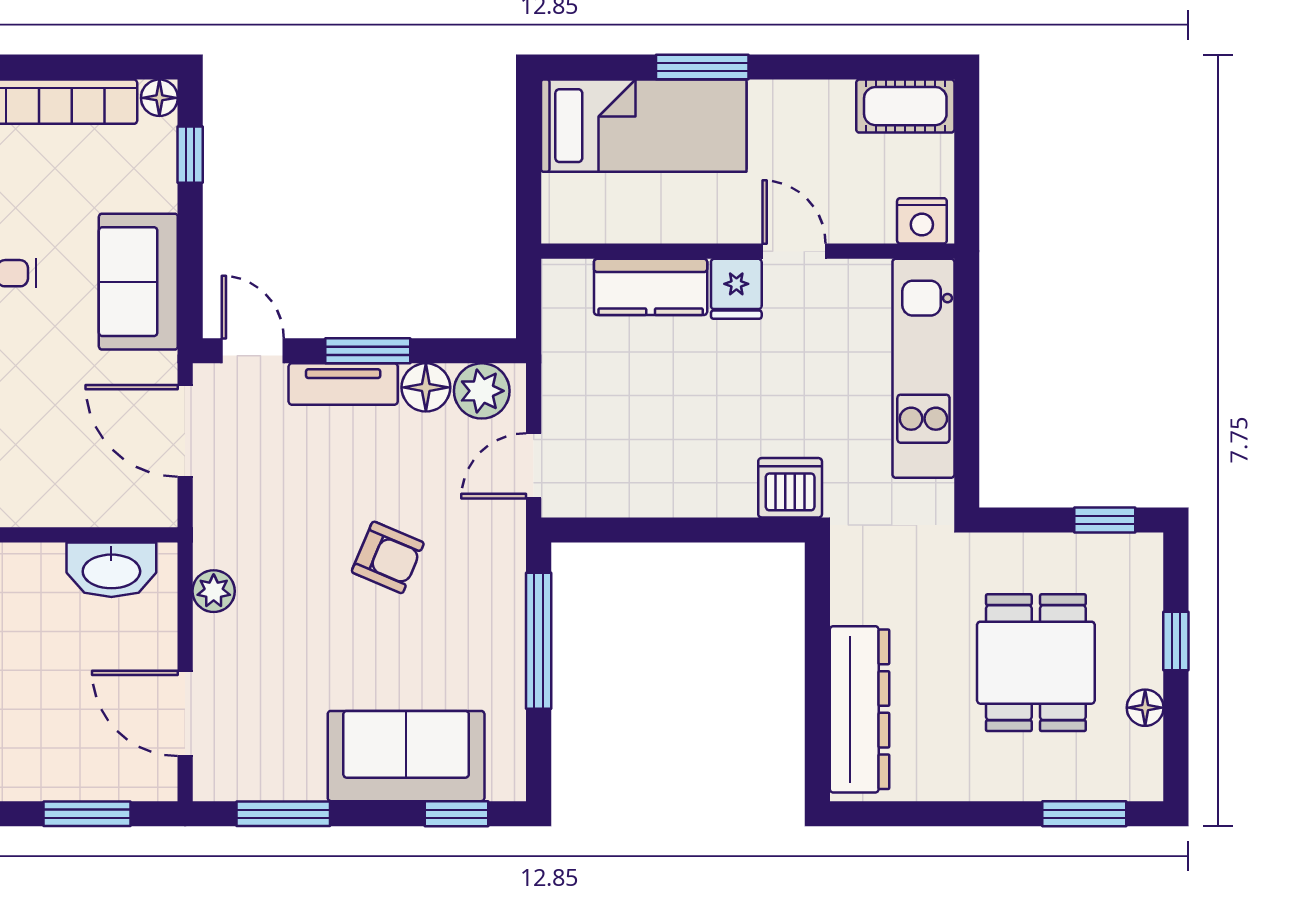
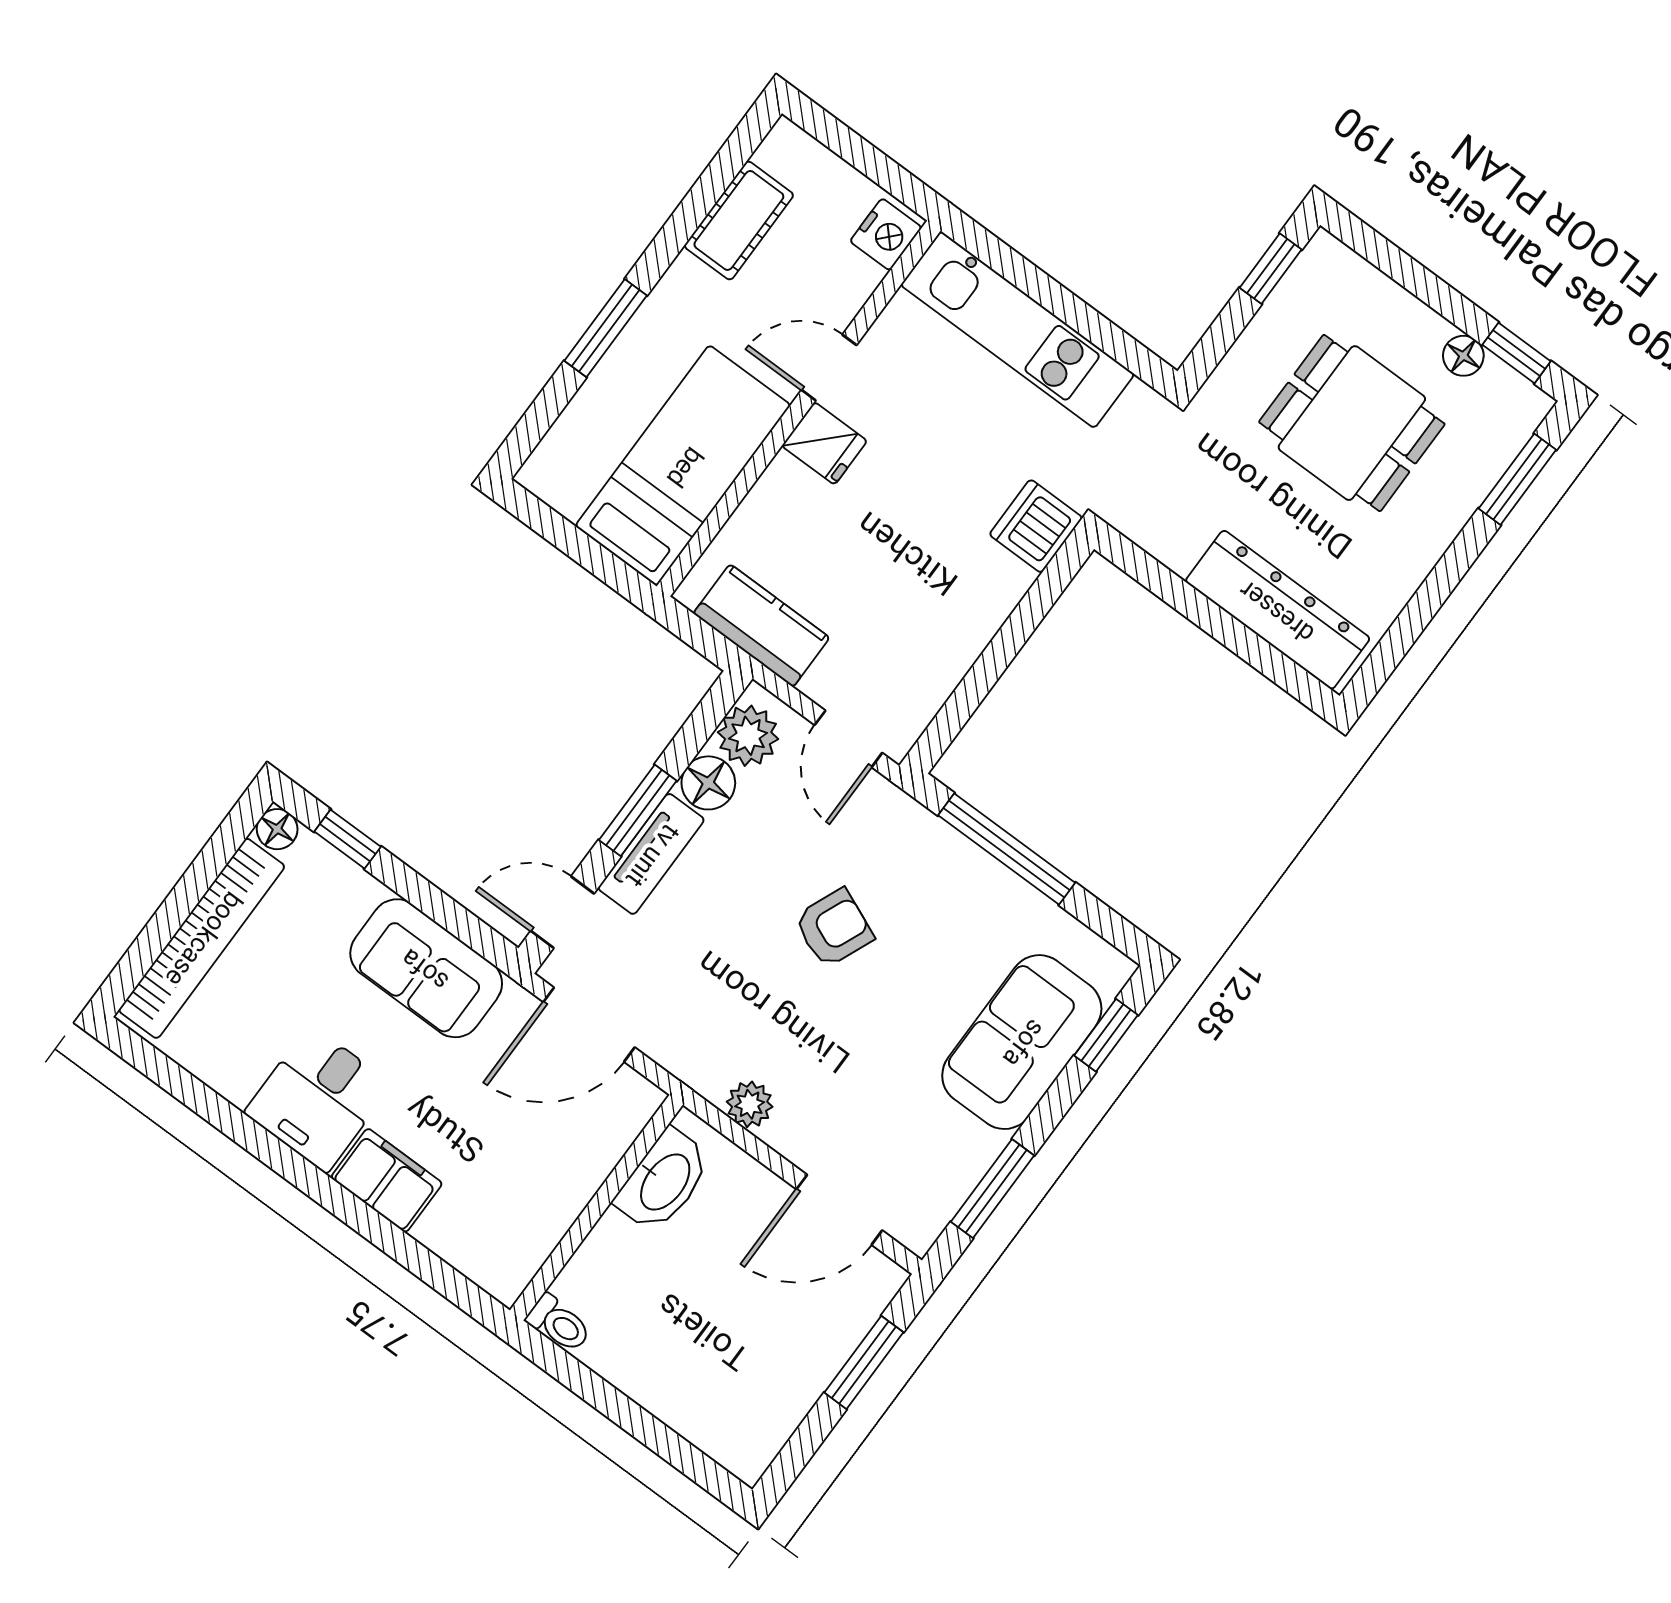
cot: (905, 106) -> (739, 220), moved
bed: (644, 126) -> (683, 466), moved
kitchen counter: (651, 287) -> (761, 626), moved, turned -90
window: (1176, 641) -> (1517, 353), moved

